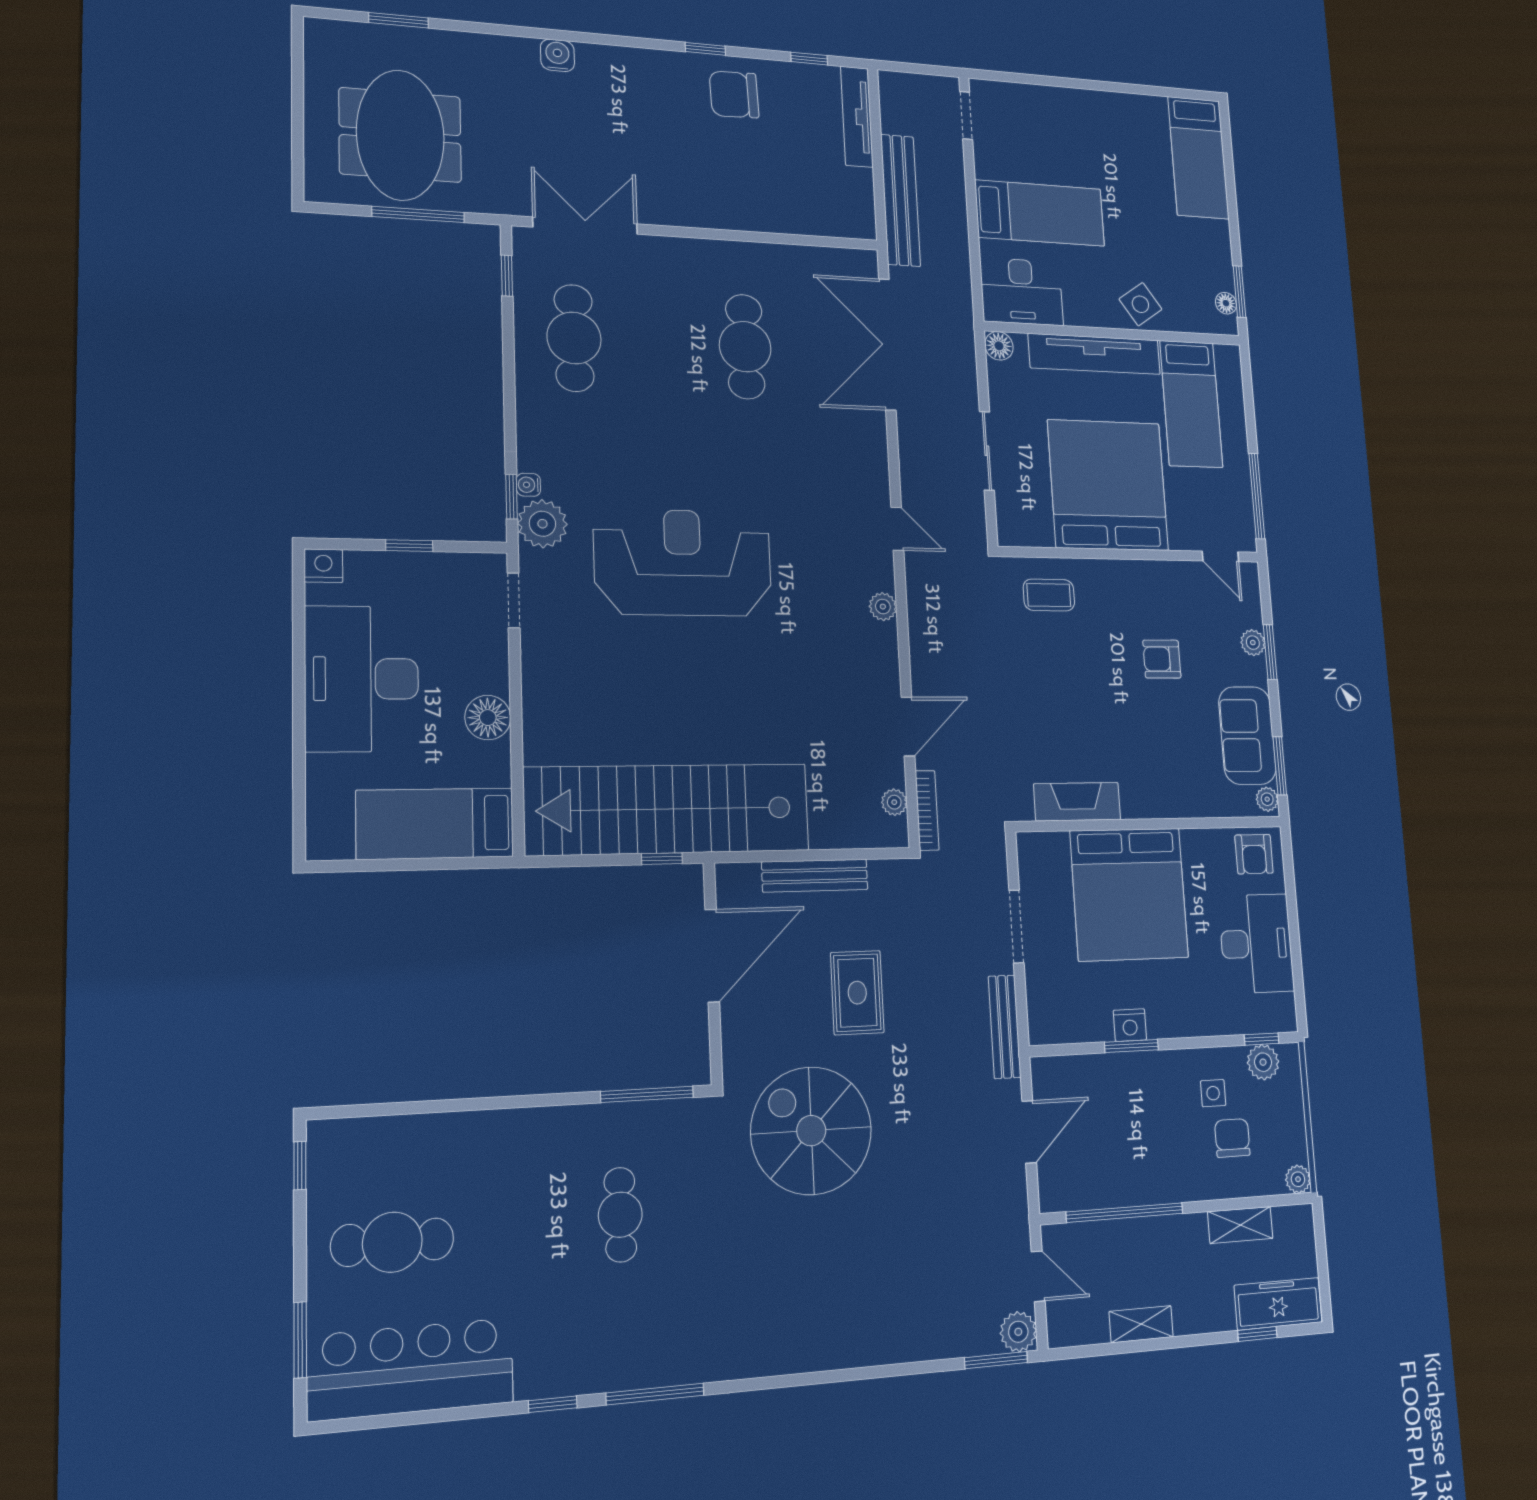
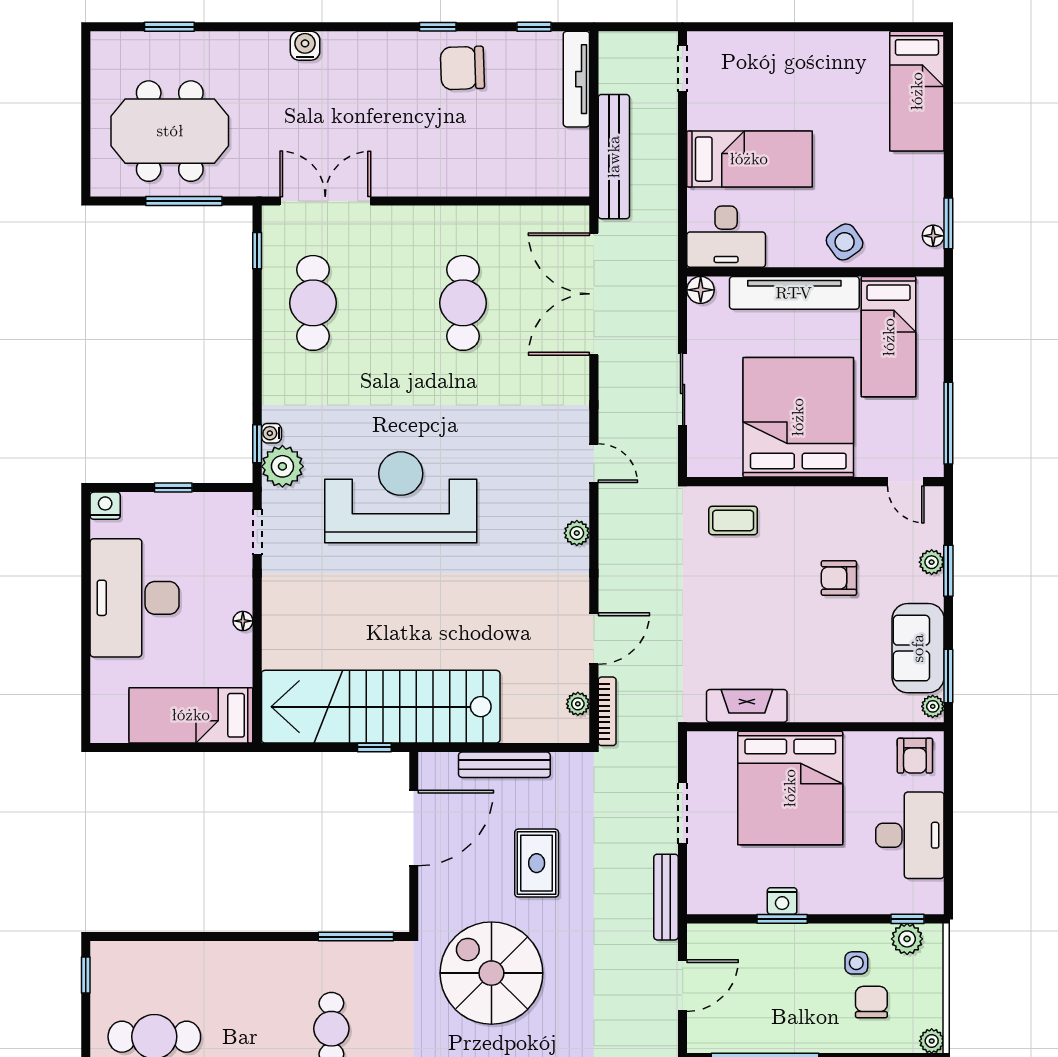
meeting table: (400, 135) -> (170, 131), turned 90
floor lamp: (488, 718) -> (243, 621), width x0.53, depth x0.53

